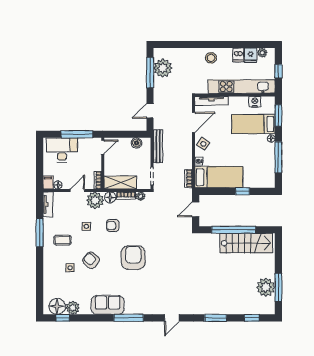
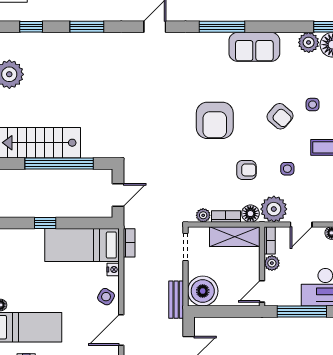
boiler: (136, 143) -> (203, 291), width x1.86, depth x1.86
bench: (158, 146) -> (176, 300), width x0.73
plant: (96, 165) -> (272, 263), added

